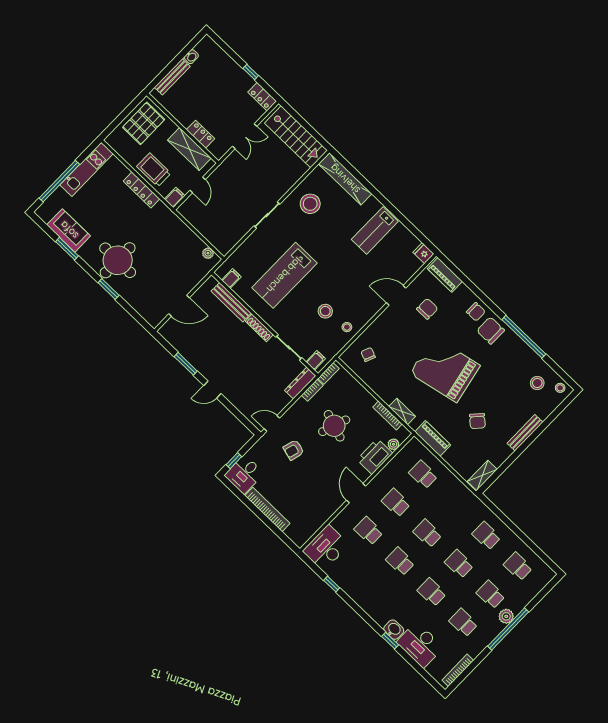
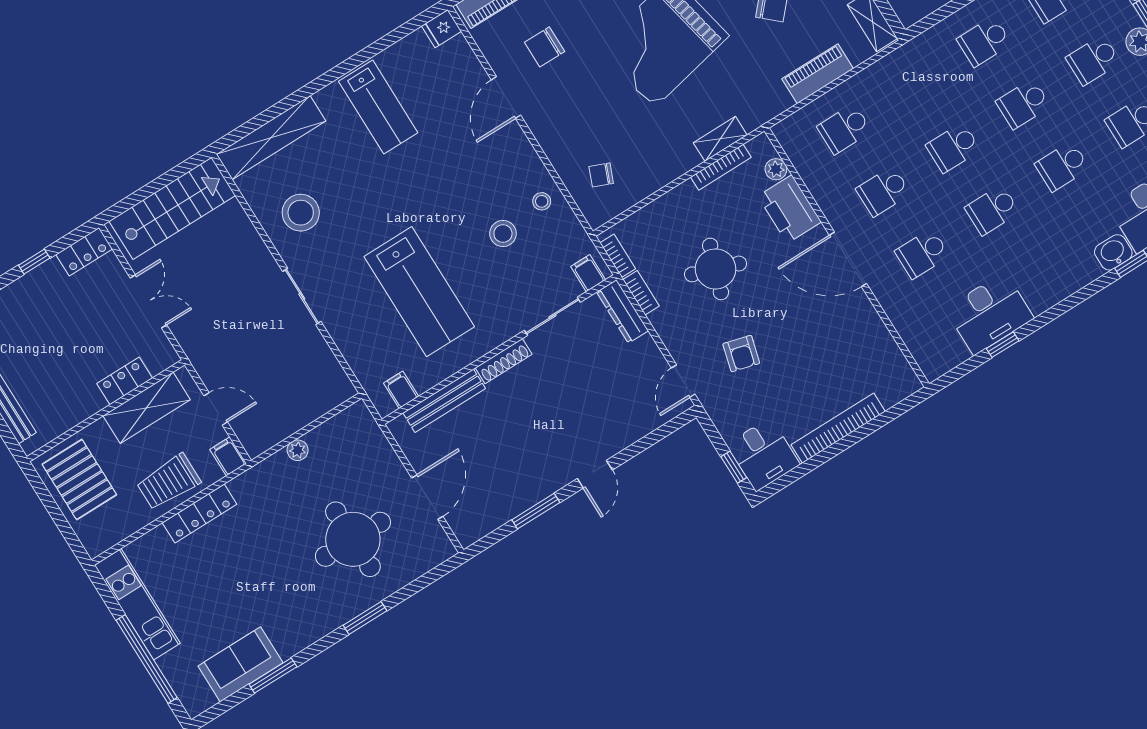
plant: (208, 253) -> (298, 450), moved
round table: (118, 260) -> (353, 539), moved
chair: (427, 309) -> (545, 47), turned -90
piano: (433, 438) -> (818, 74), moved
door: (356, 493) -> (848, 259), width x1.36
desk: (326, 548) -> (989, 313), moved, turned -90

